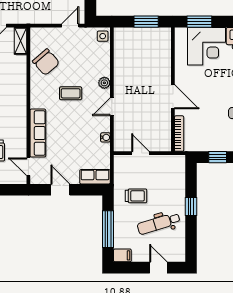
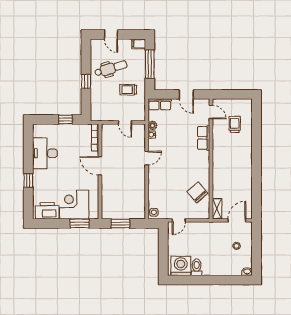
plant: (104, 83) -> (153, 126), moved
coffee table: (71, 93) -> (178, 168), removed
row of seats: (38, 133) -> (204, 138), width x0.68

